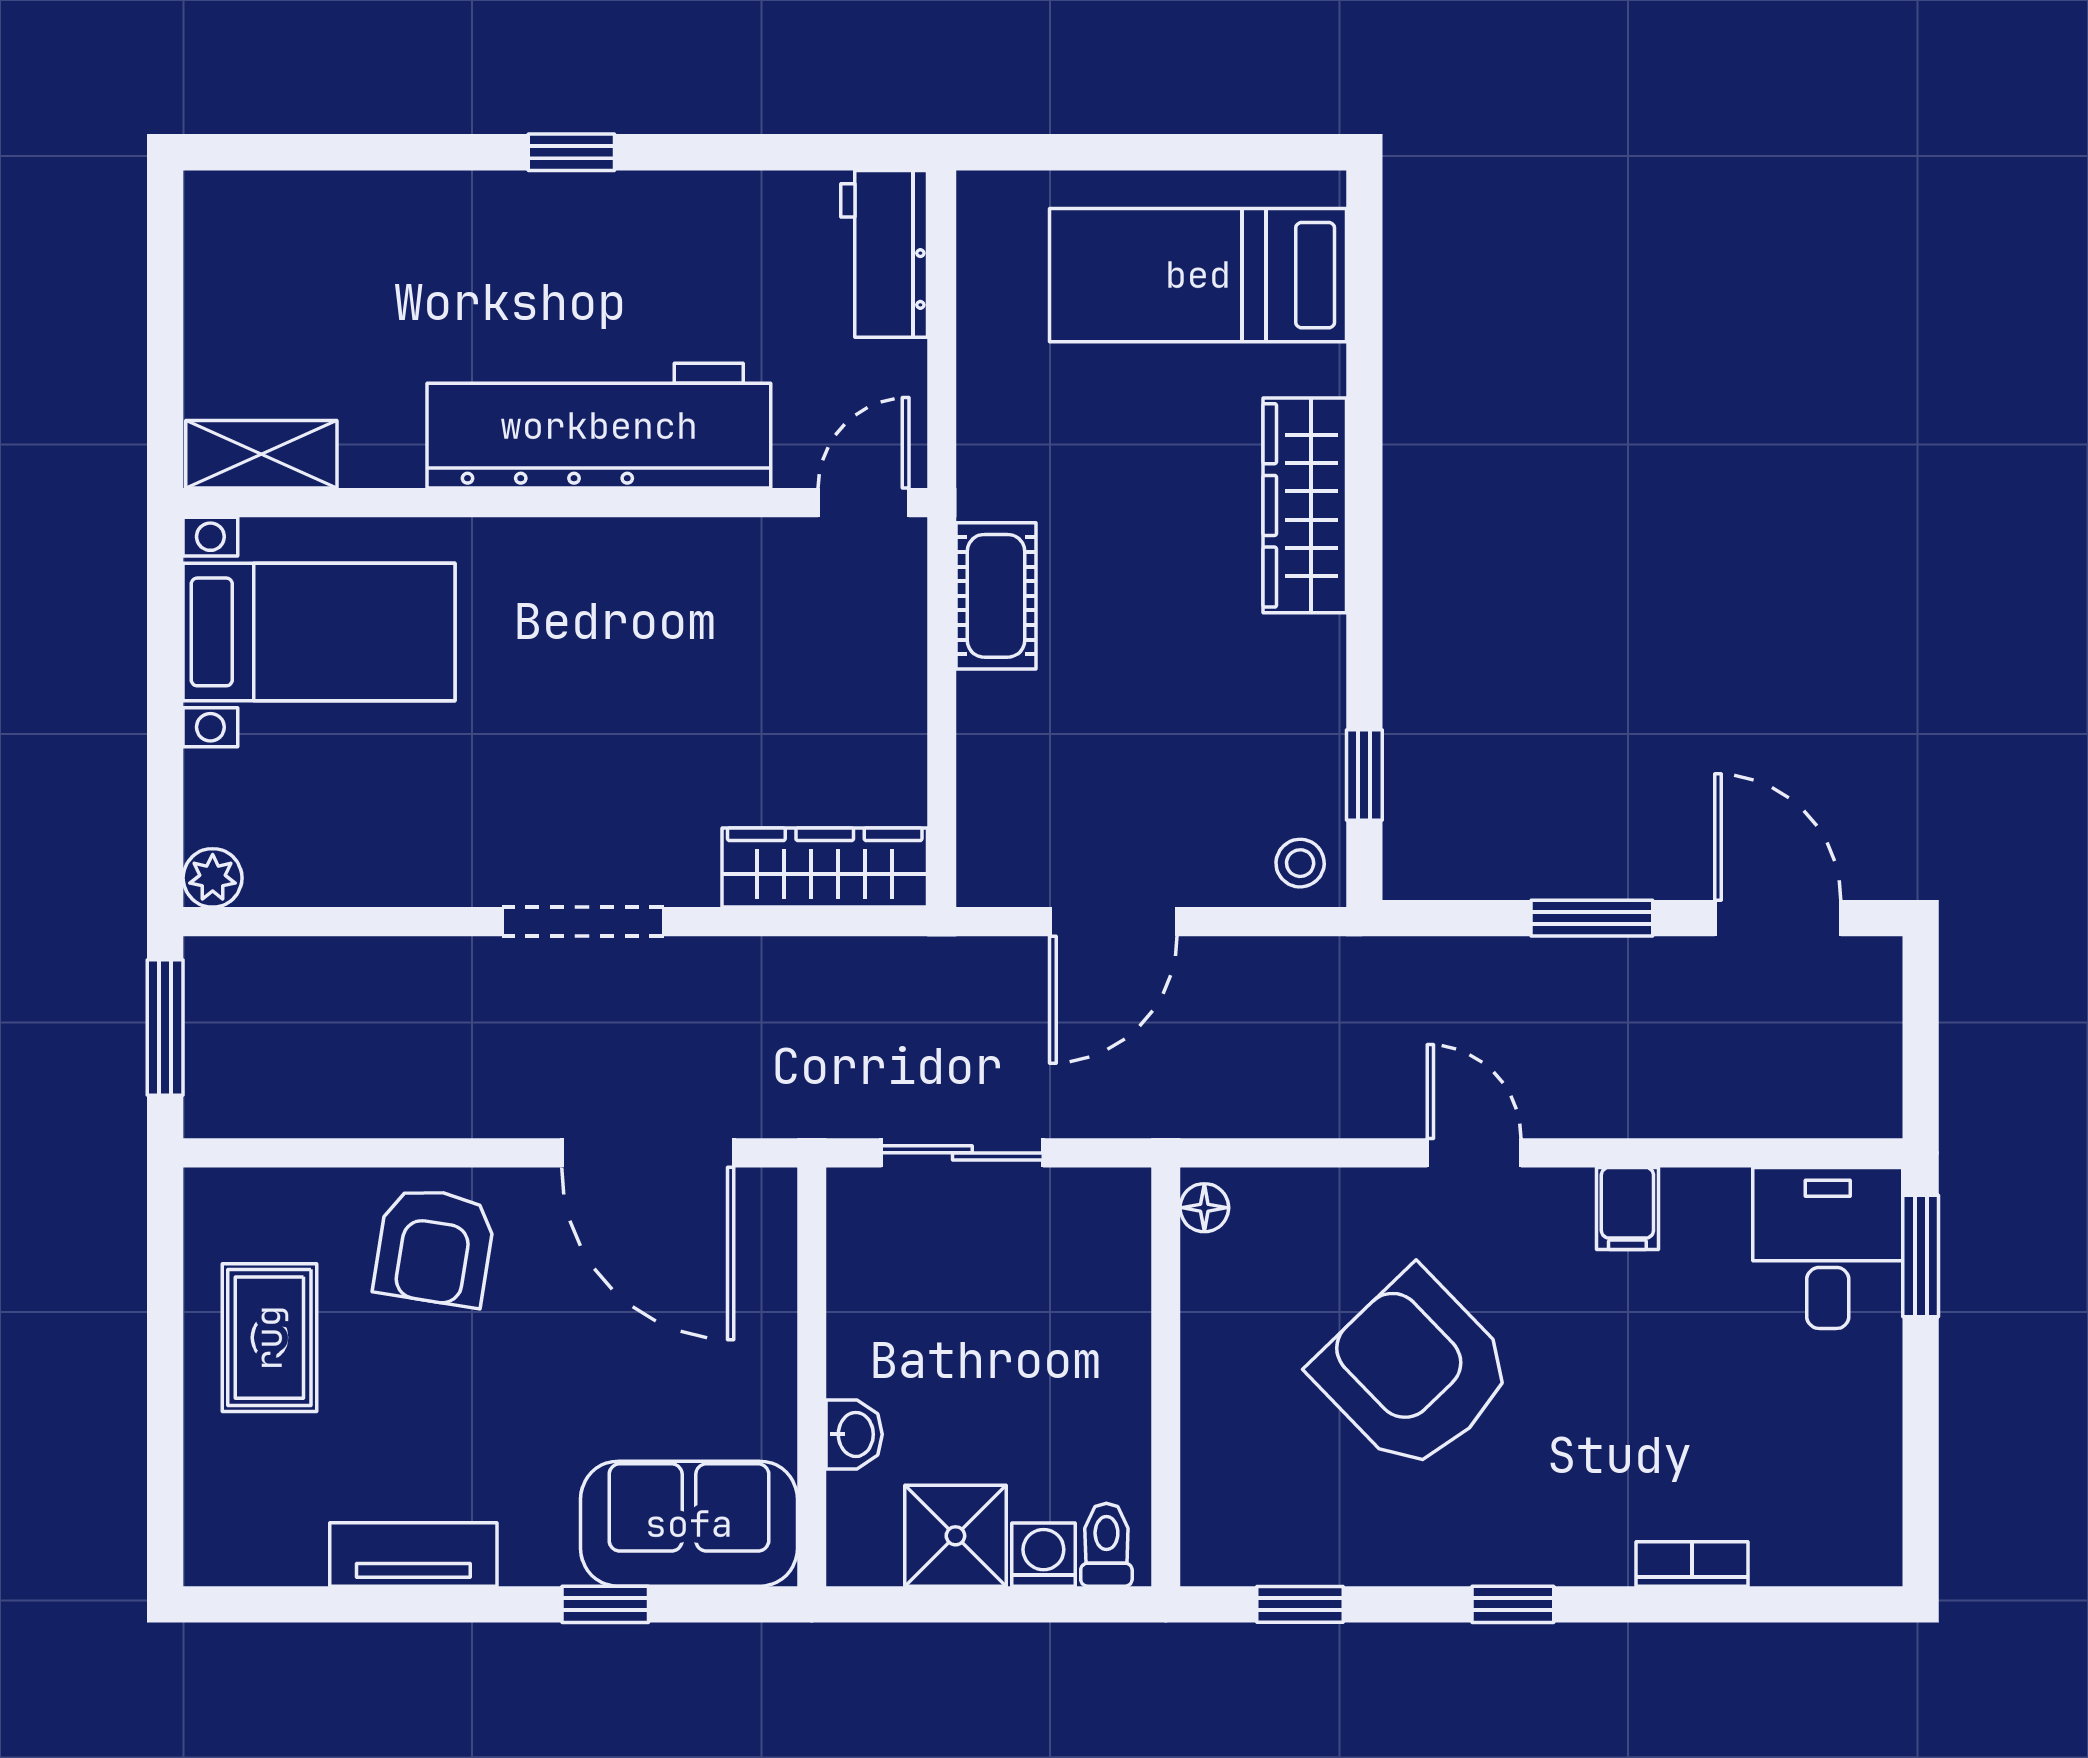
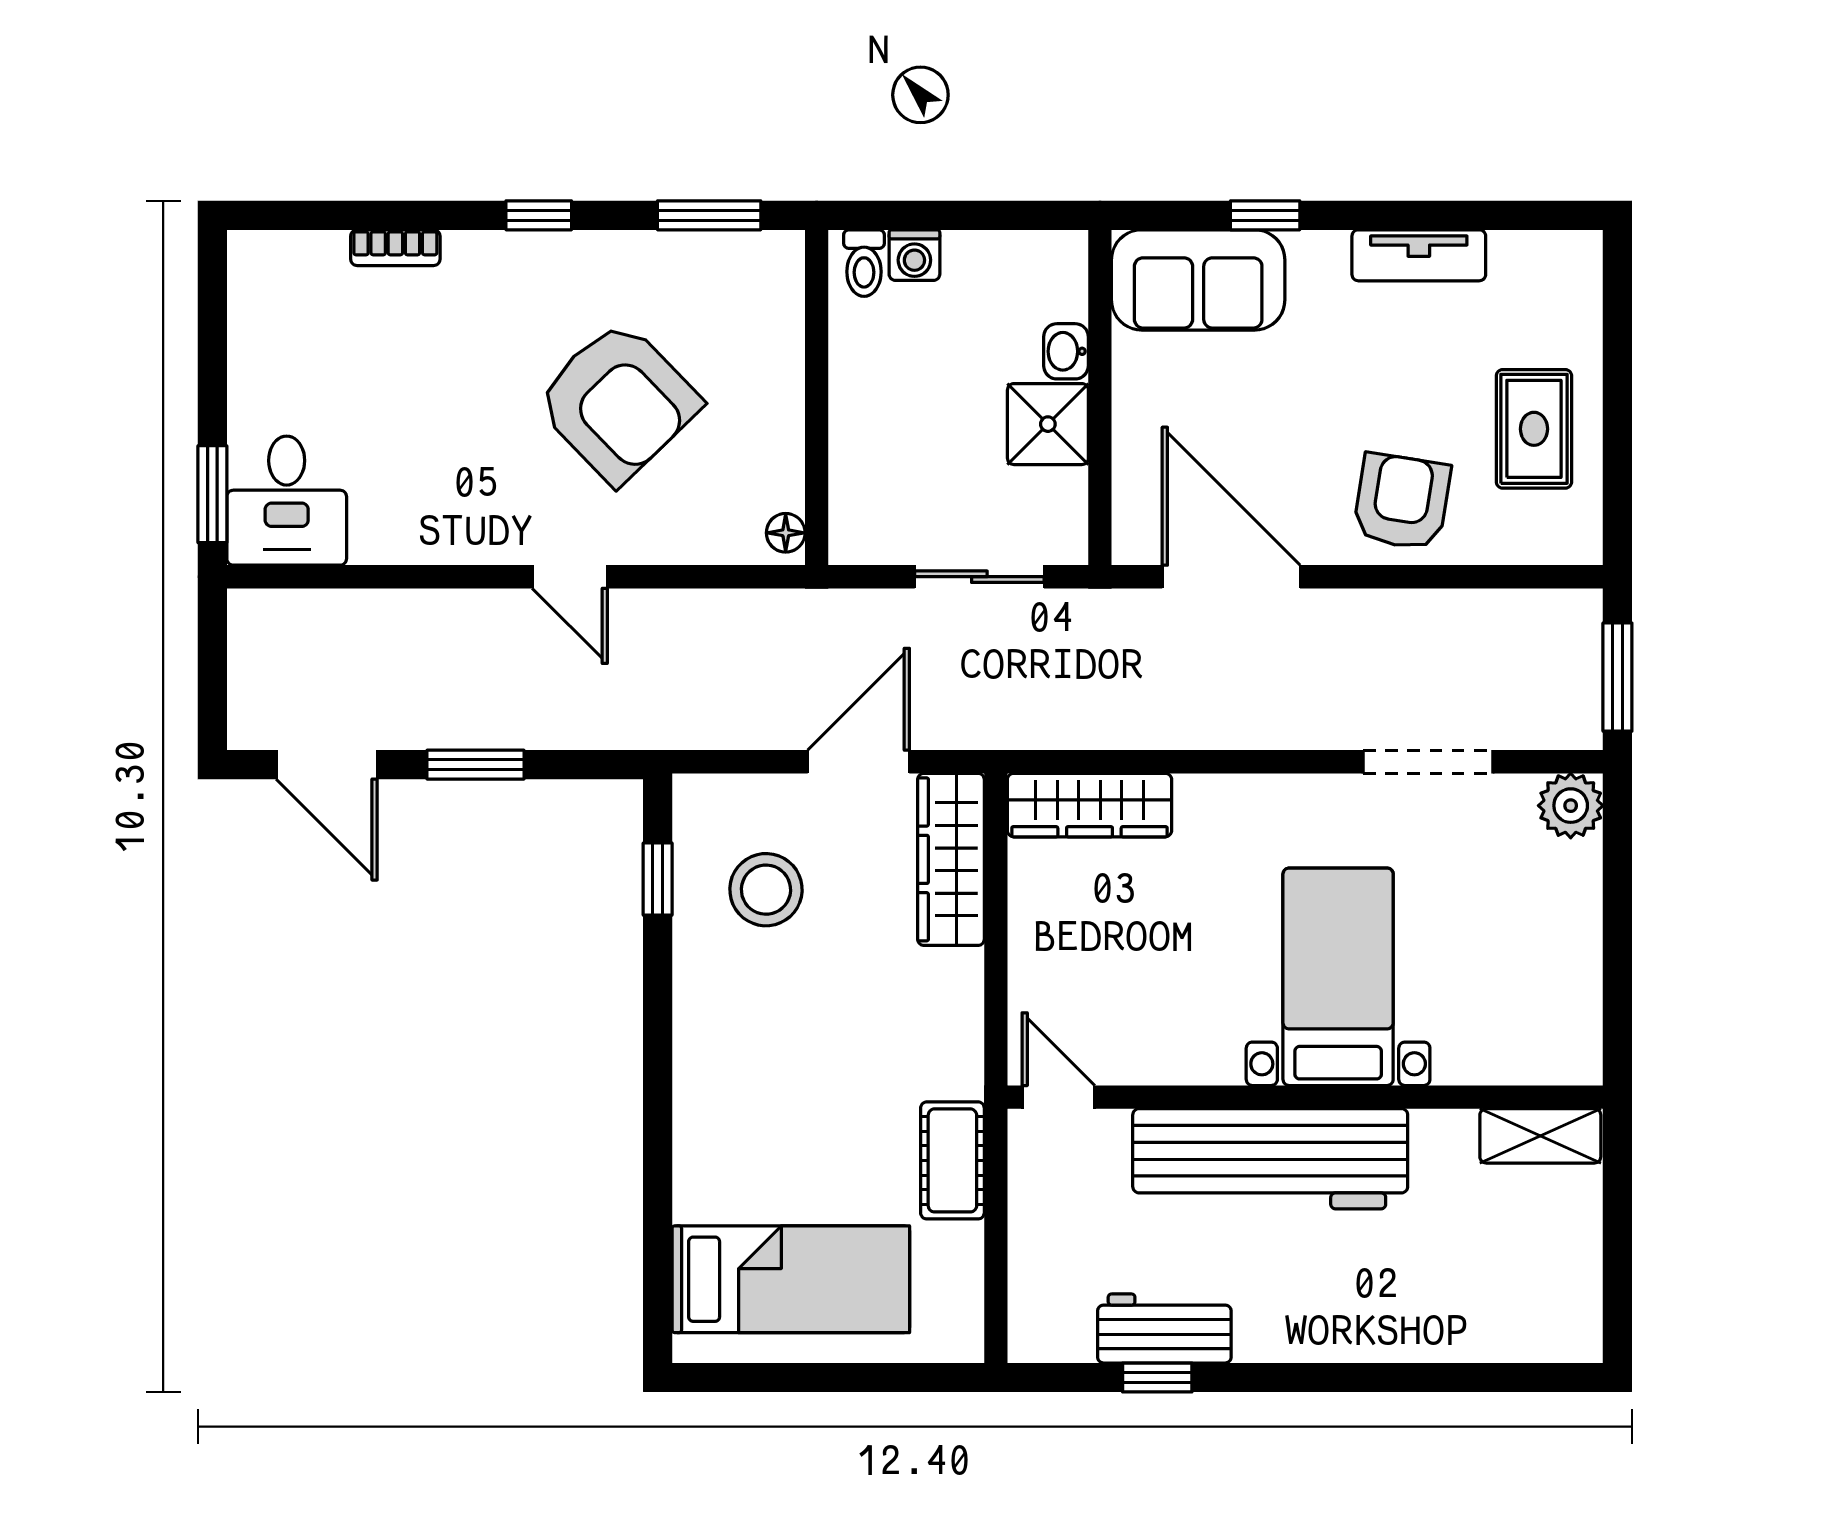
window: (571, 152) -> (1157, 1378), moved
workbench: (884, 254) -> (1164, 1329), moved, turned -90
door: (864, 503) -> (1058, 1097), swing flipped
wardrobe: (1305, 505) -> (951, 859), moved, turned 180
cot: (996, 596) -> (952, 1160), moved
bed with nightstands: (319, 632) -> (1338, 977), moved, turned 90
stool: (1300, 863) -> (766, 890), moved, width x1.89, depth x1.89
plant: (213, 878) -> (1571, 806), width x1.38, depth x1.38
doorway: (583, 922) -> (1428, 762), moved
filing cabinet: (1627, 1209) -> (447, 532), removed
shower: (955, 1536) -> (1048, 424), moved
window: (1300, 1604) -> (709, 215), width x1.50

